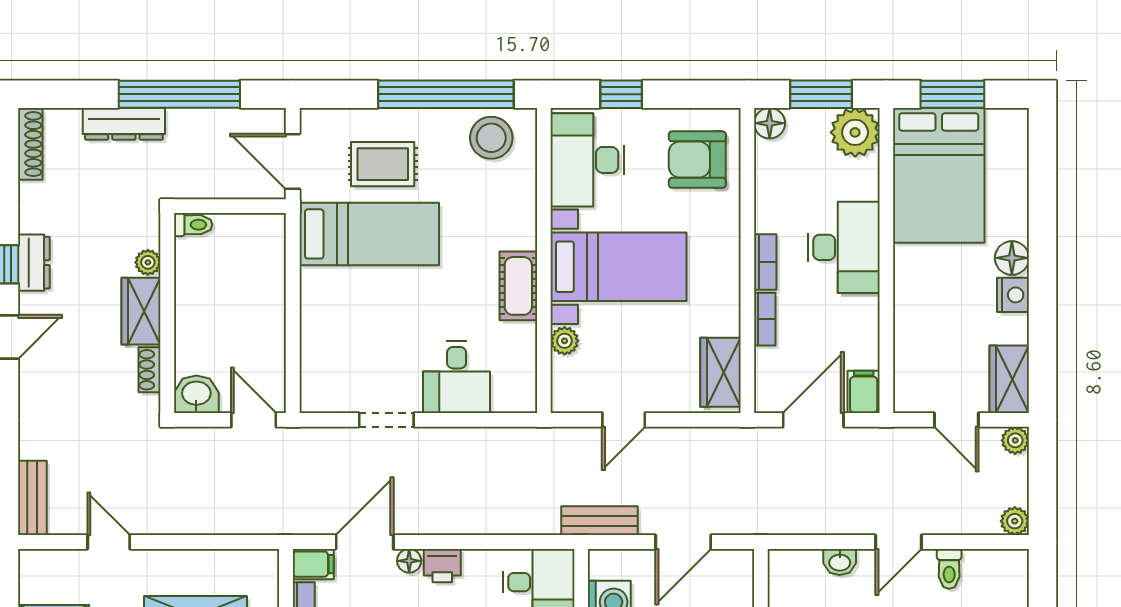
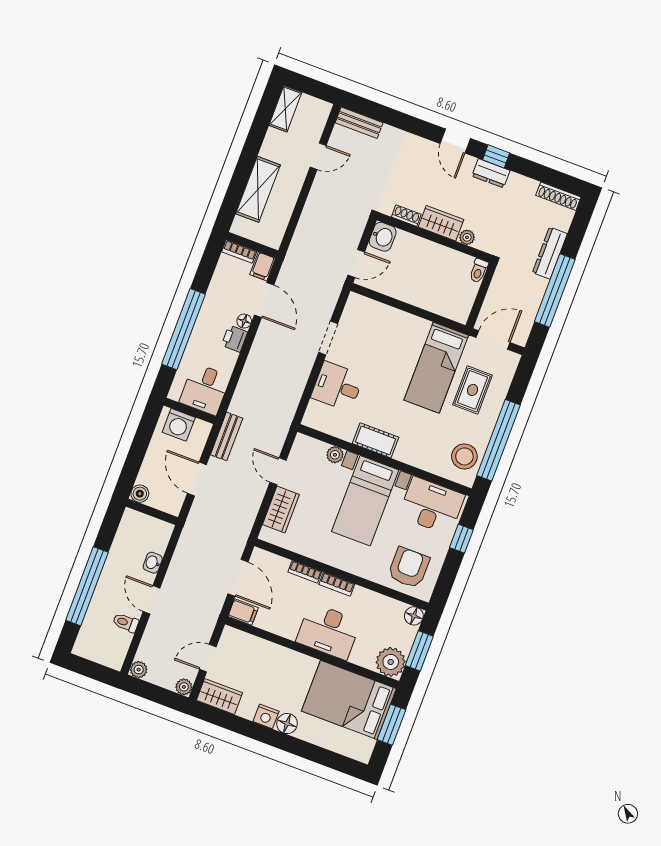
wardrobe: (721, 372) -> (281, 510), moved, turned 90

